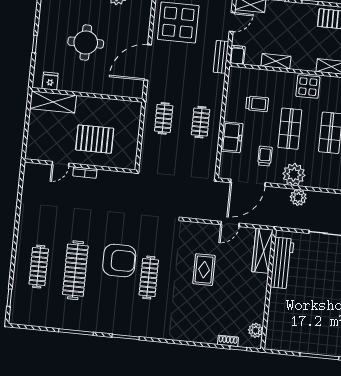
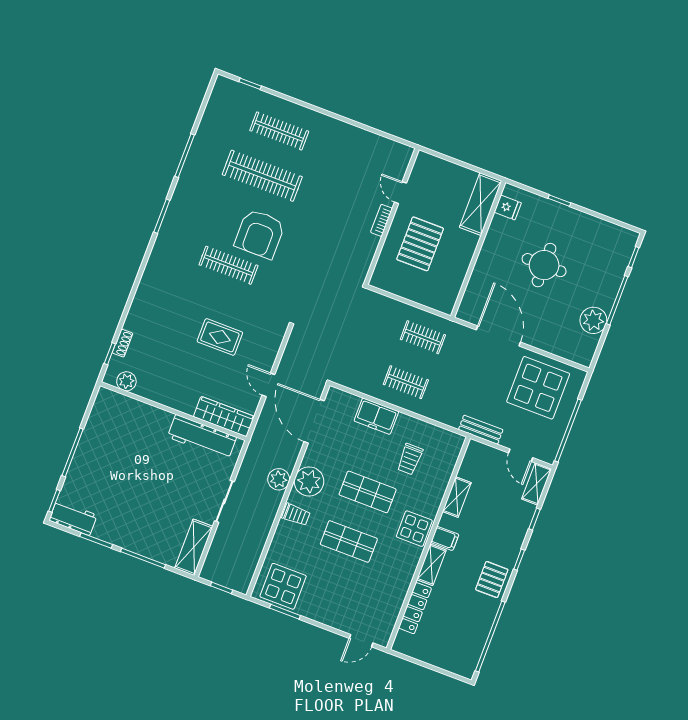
filing cabinet: (237, 55) -> (445, 538), moved
trolley: (265, 156) -> (296, 515), moved

